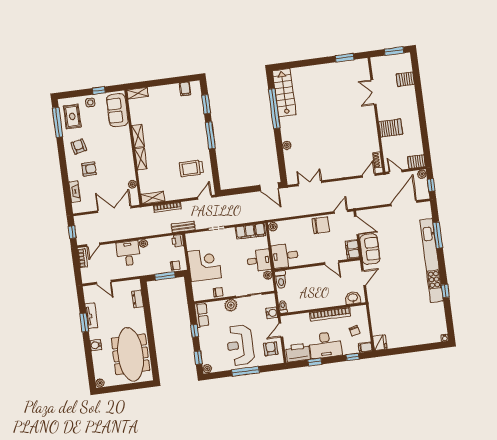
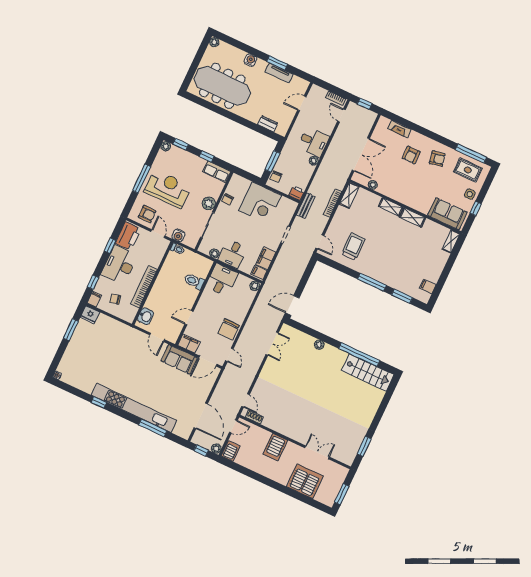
server rack: (405, 79) -> (305, 481), width x2.18, depth x1.44
toilet: (281, 280) -> (194, 281), moved
window: (402, 350) -> (71, 330), added

